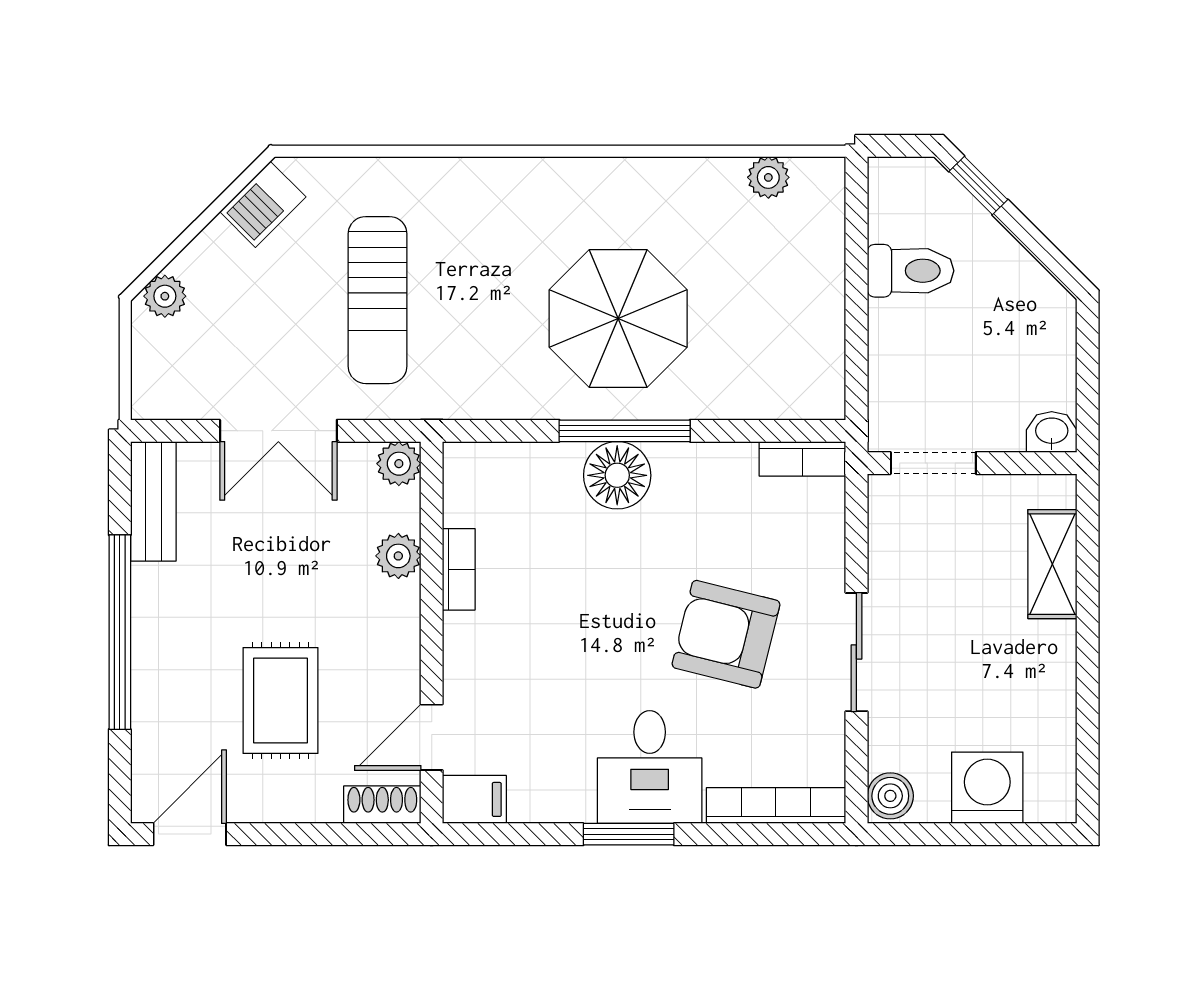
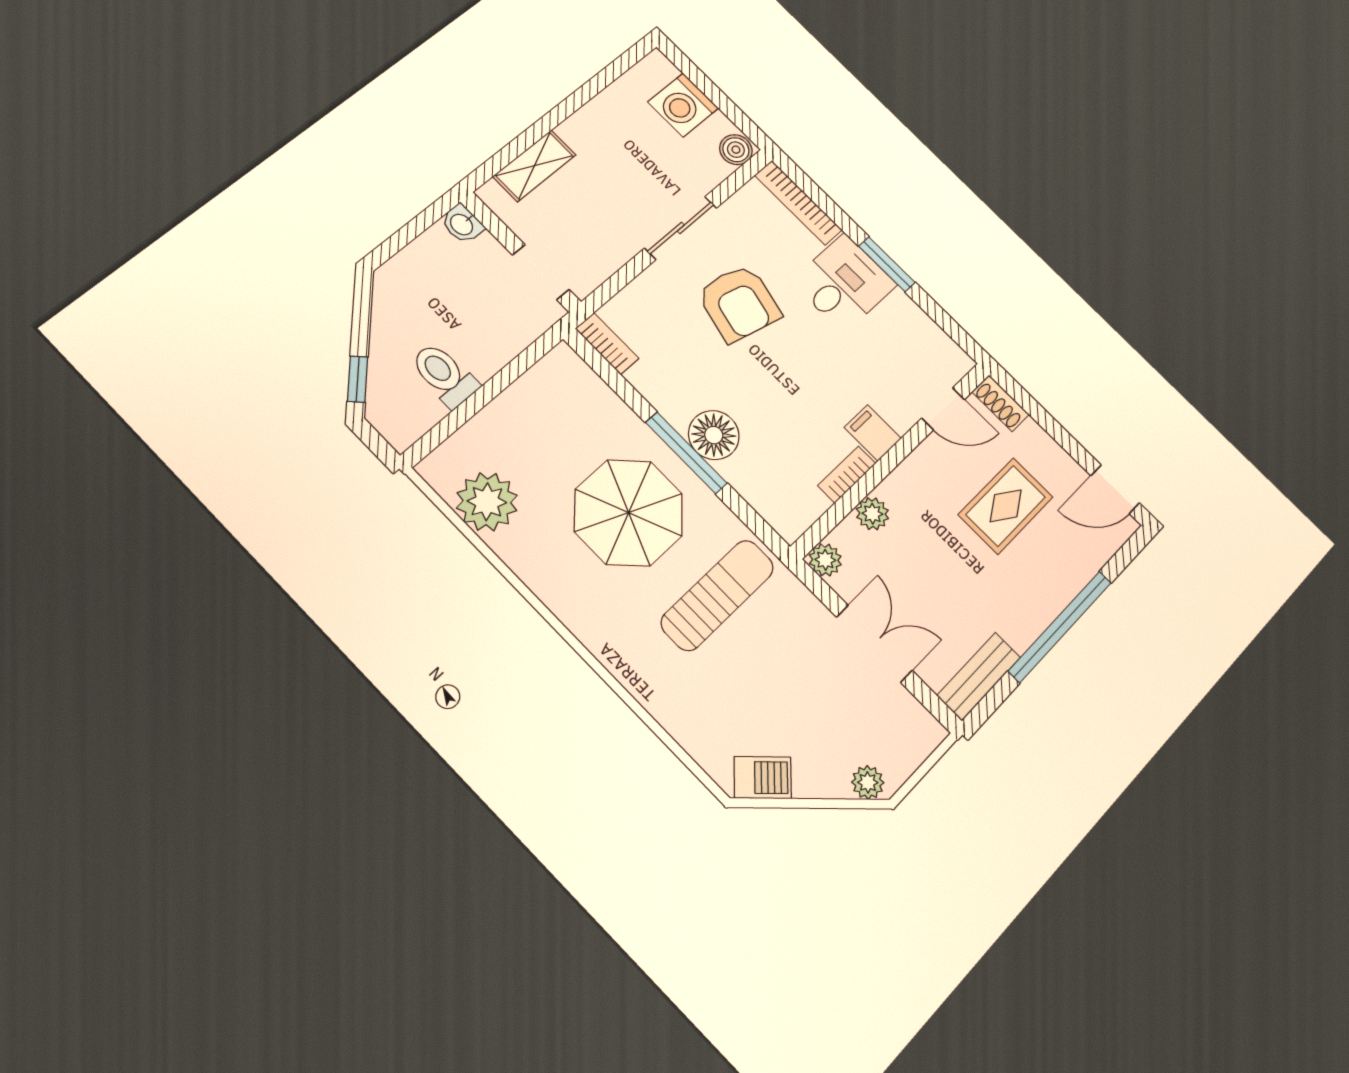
plant: (768, 177) -> (487, 502), width x1.88, depth x1.88
sun lounger: (378, 300) -> (718, 595), moved
filing cabinet: (474, 799) -> (873, 433), moved

